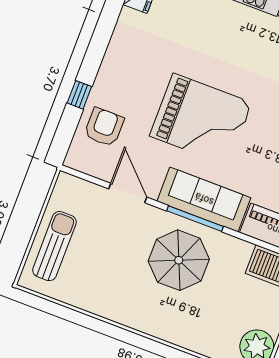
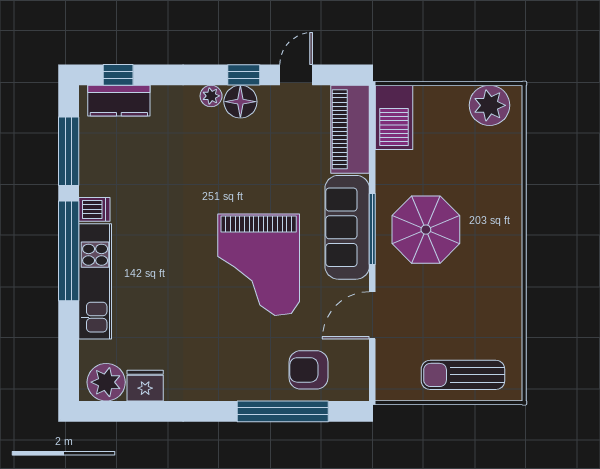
window: (79, 95) -> (283, 411), width x3.17
grand piano: (201, 119) -> (259, 265), turned 180

